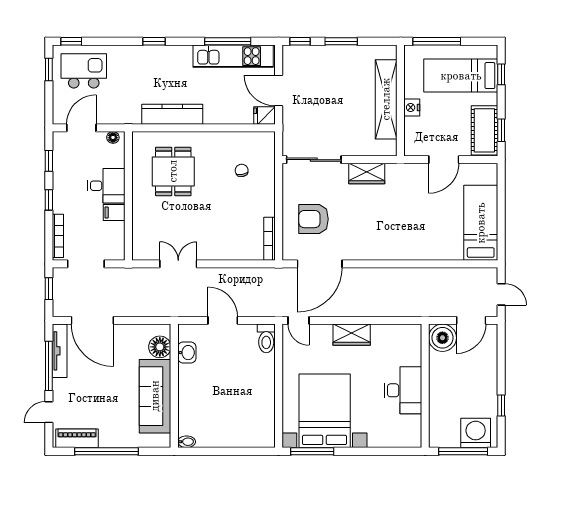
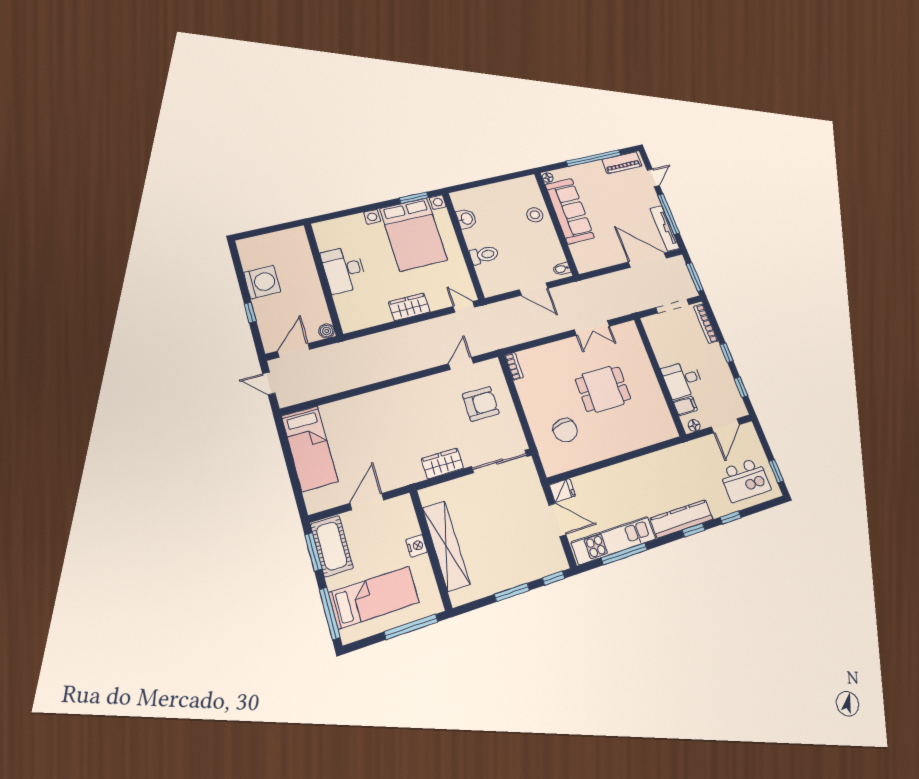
window: (71, 41) -> (731, 518), moved
window: (501, 74) -> (330, 614), width x2.17
kitchen counter: (172, 114) -> (681, 519), moved, turned 180
window: (501, 130) -> (313, 552), width x1.50
chair: (242, 170) -> (565, 430), width x1.87, depth x1.87
dining table: (173, 171) -> (603, 389), moved, turned 90
filing cabinet: (114, 212) -> (685, 406), moved
bookcase: (269, 239) -> (514, 366), width x0.64
door: (320, 264) -> (461, 363), width x0.53
window: (49, 289) -> (695, 277), width x1.50
toilet: (266, 338) -> (484, 255), moved, turned 90
boiler: (442, 338) -> (327, 331), width x0.54, depth x0.54
floor lamp: (160, 347) -> (548, 178), moved, width x0.53, depth x0.53
washbasin: (187, 353) -> (466, 219), moved, turned 180
stool: (194, 401) -> (535, 215), added
window: (501, 406) -> (250, 313), moved
washing machine: (476, 433) -> (262, 282), moved, turned -90
bidet: (187, 442) -> (562, 269), moved
window: (312, 451) -> (414, 198), width x0.69
window: (463, 451) -> (269, 230), removed

